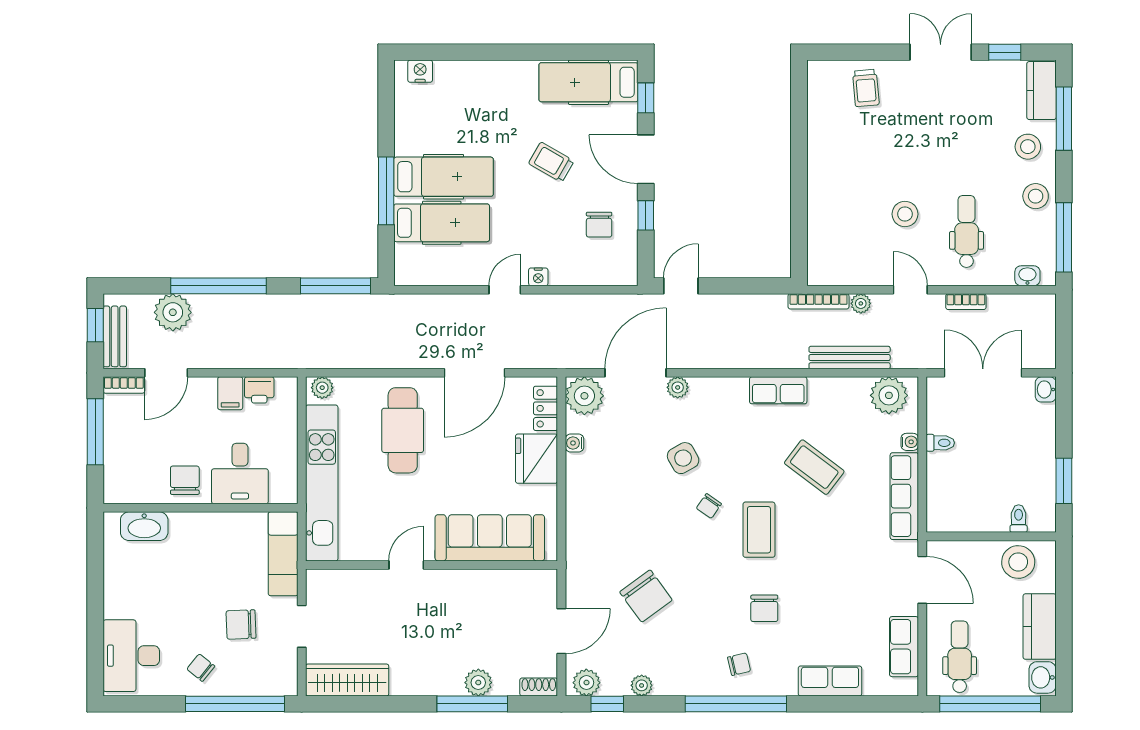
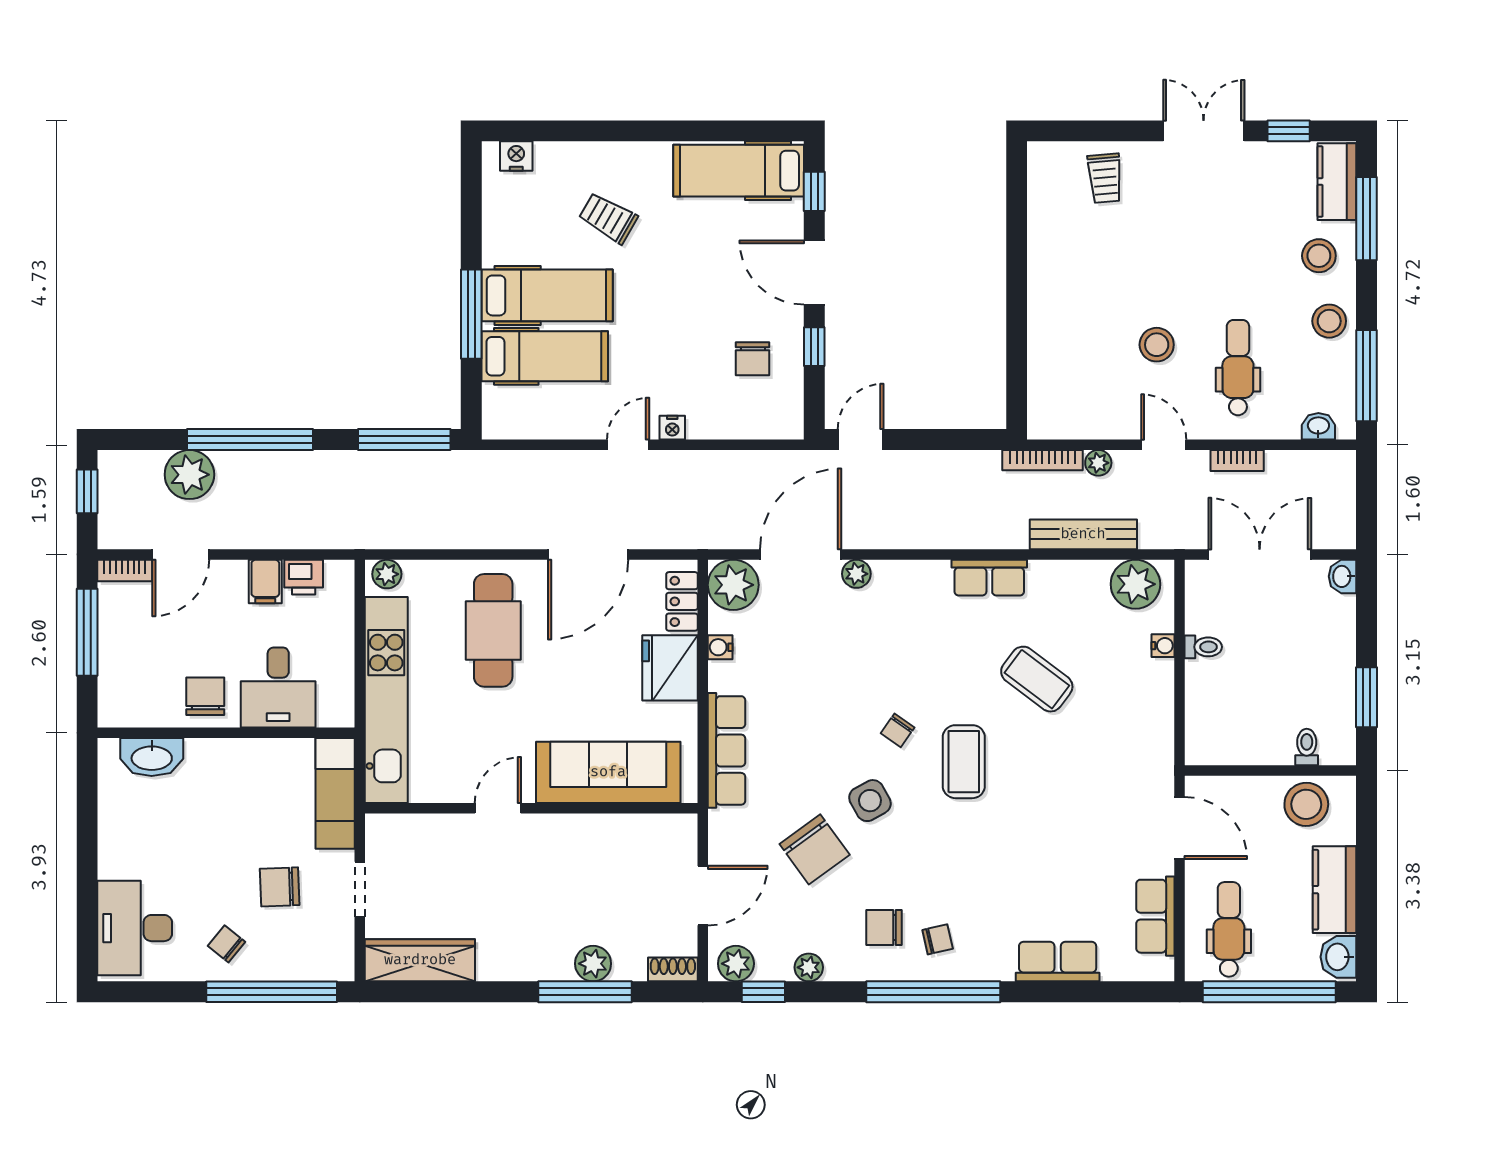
trolley: (551, 162) -> (608, 218), moved
bench: (115, 336) -> (113, 506), removed
side table: (683, 458) -> (870, 801), moved
row of seats: (904, 496) -> (727, 750), moved, turned 180
chair: (764, 608) -> (884, 927), moved, turned 90

